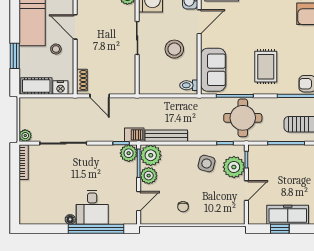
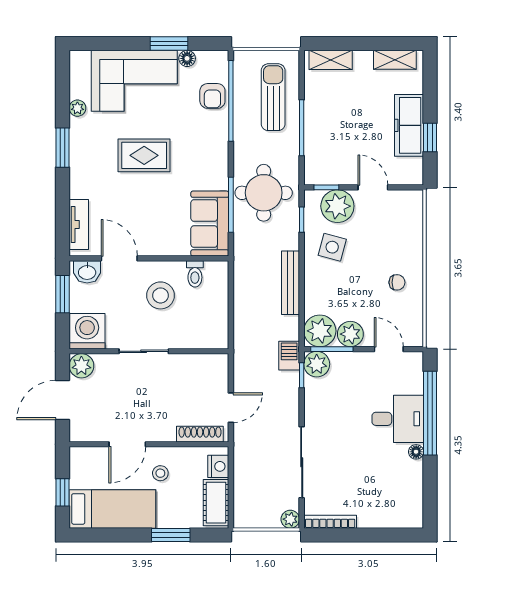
rug: (266, 67) -> (144, 155), moved
sofa: (213, 70) -> (210, 224), moved, turned -90
shoe rack: (82, 80) -> (200, 434), width x1.43
toilet: (189, 85) -> (195, 274), moved
bench: (166, 136) -> (291, 283), moved

